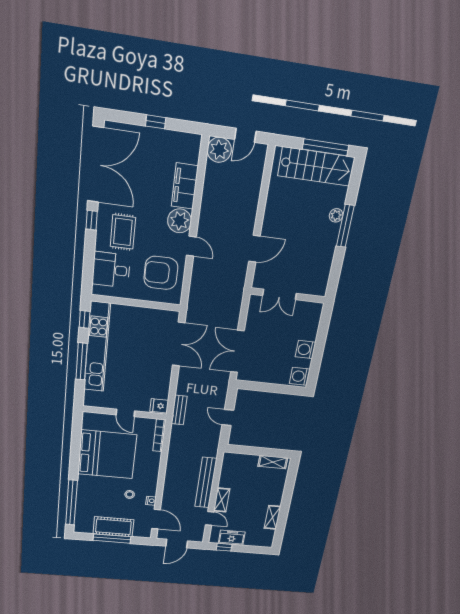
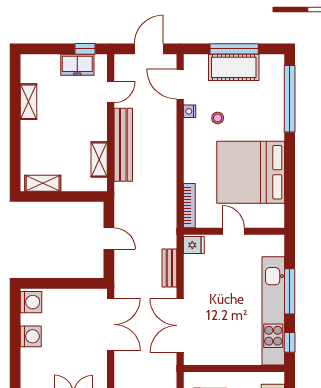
bench: (179, 410) -> (169, 268), moved
shelving: (222, 500) -> (99, 159), moved
door: (210, 518) -> (111, 92), swing flipped

